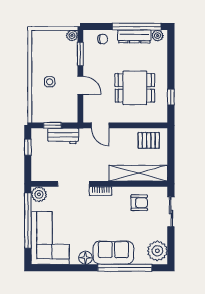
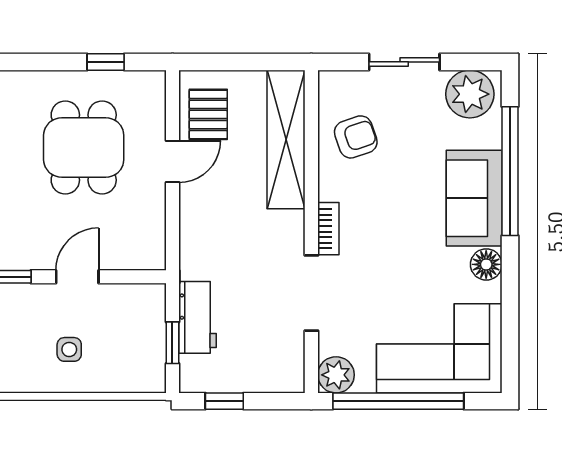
door: (100, 125) -> (172, 161), moved
armchair: (139, 203) -> (356, 137), turned 71
sliding door: (171, 212) -> (404, 62), moved

